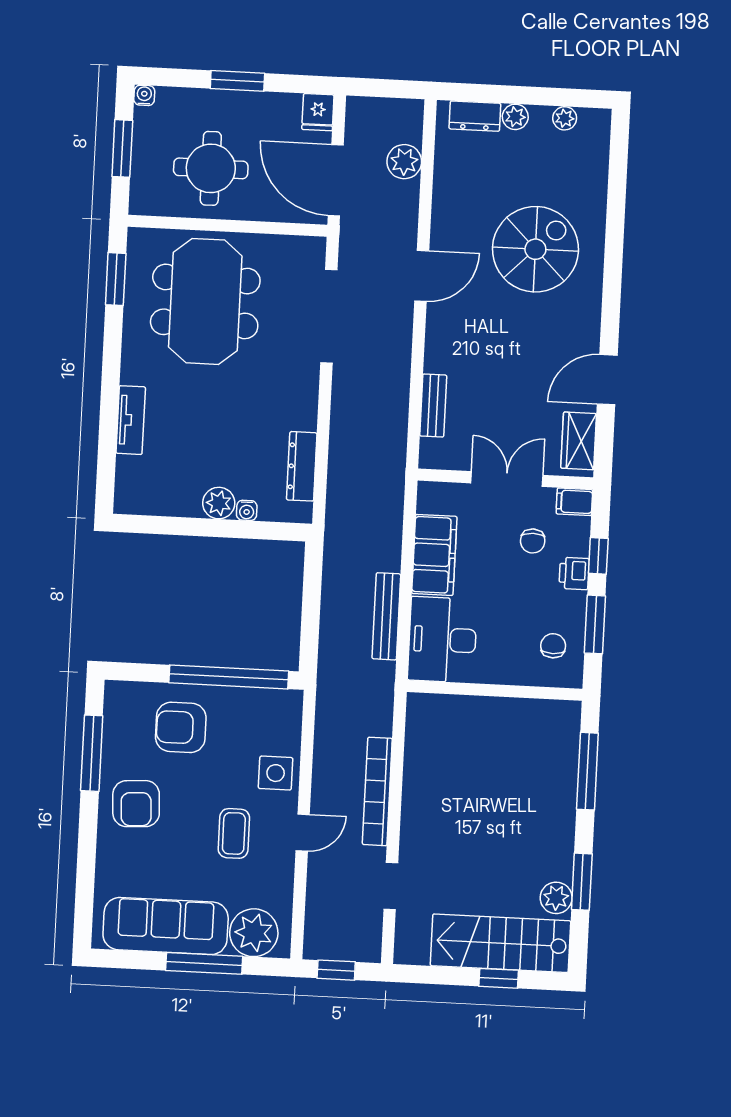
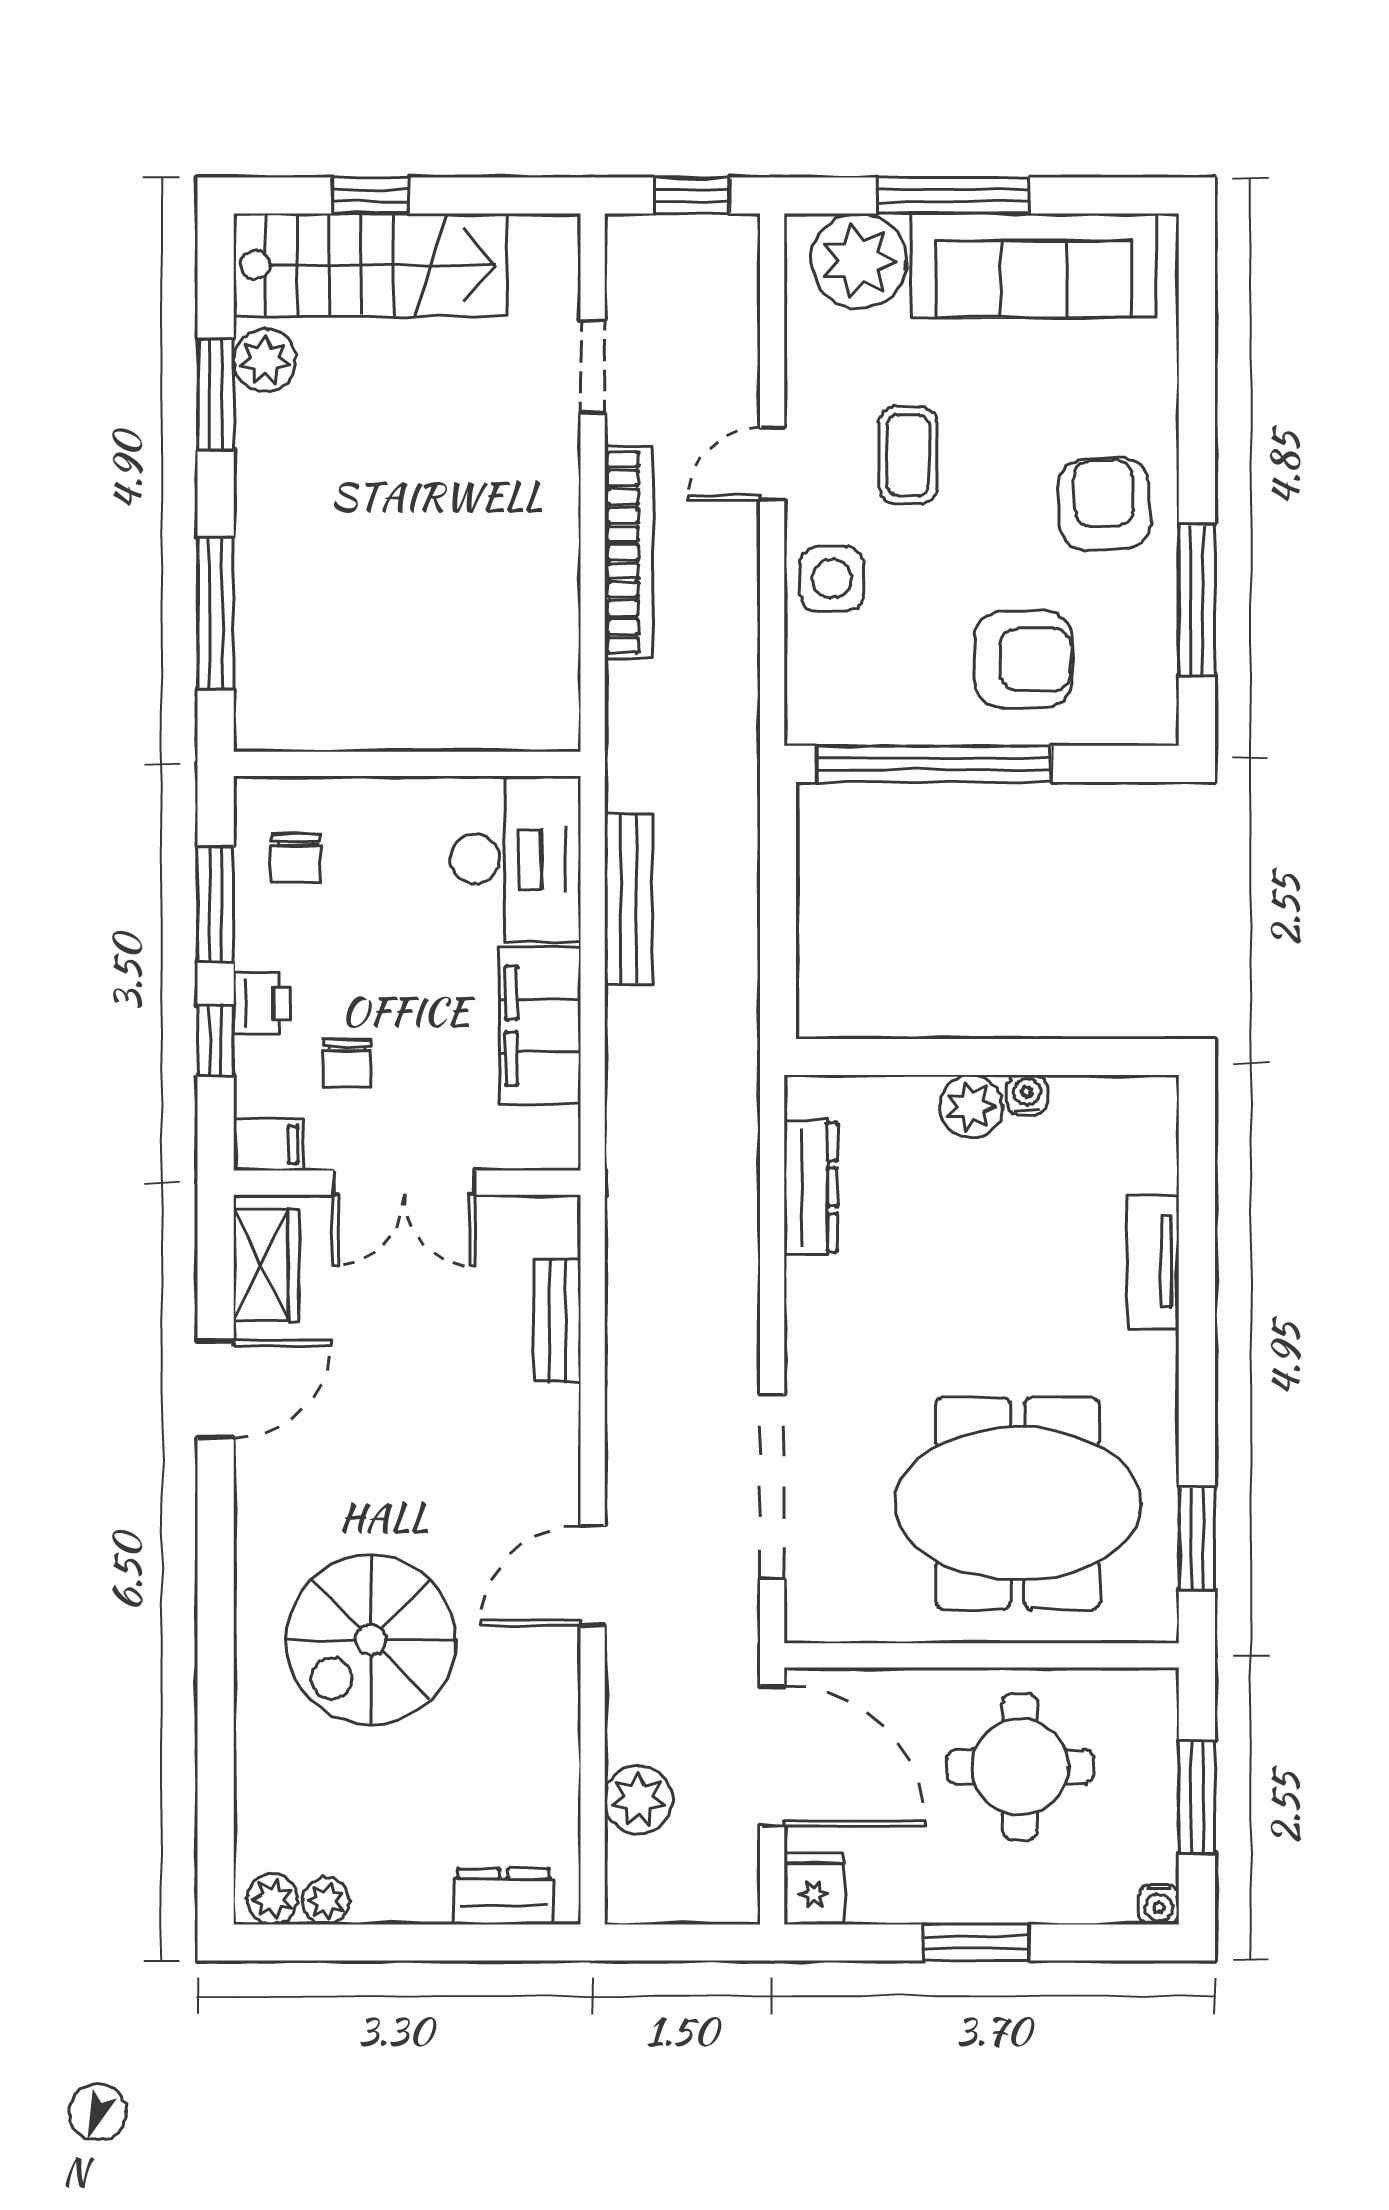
plant: (515, 117) -> (273, 1899), moved
meeting table: (205, 301) -> (1018, 1503), turned 90
water cooler: (247, 510) -> (1027, 1095), moved
chair: (533, 541) -> (347, 1063), turned 180

